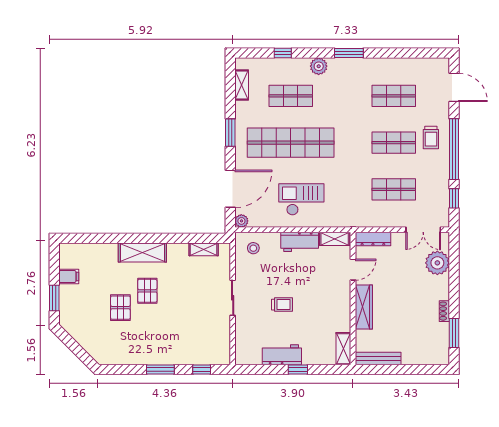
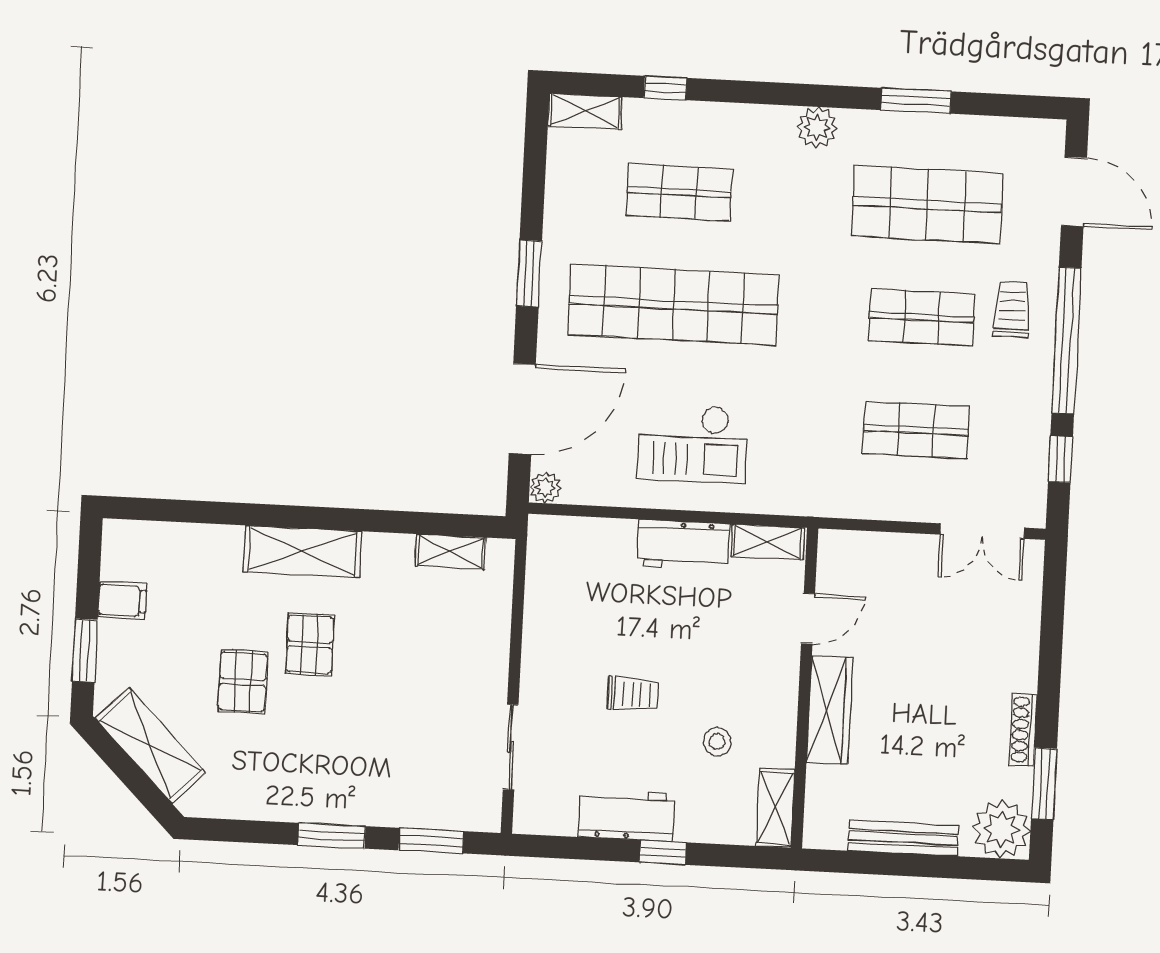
window: (349, 53) -> (916, 101), moved
plant: (319, 66) -> (817, 128), moved
shelving: (242, 85) -> (585, 112), moved, turned 90
shop shelf: (394, 96) -> (927, 205), width x1.43, depth x1.36
trolley: (431, 137) -> (1012, 310), turned 180
checkout: (301, 200) -> (692, 443), turned 180
dresser: (373, 239) -> (860, 547), removed
stool: (253, 248) -> (717, 742), moved
plant: (437, 263) -> (1001, 829), moved
sliding door: (233, 298) -> (511, 747), moved
shoe rack: (444, 311) -> (1023, 730), width x1.43
shelving: (83, 336) -> (150, 745), added
bench: (378, 358) -> (903, 838), moved
window: (202, 369) -> (431, 841), width x1.50

